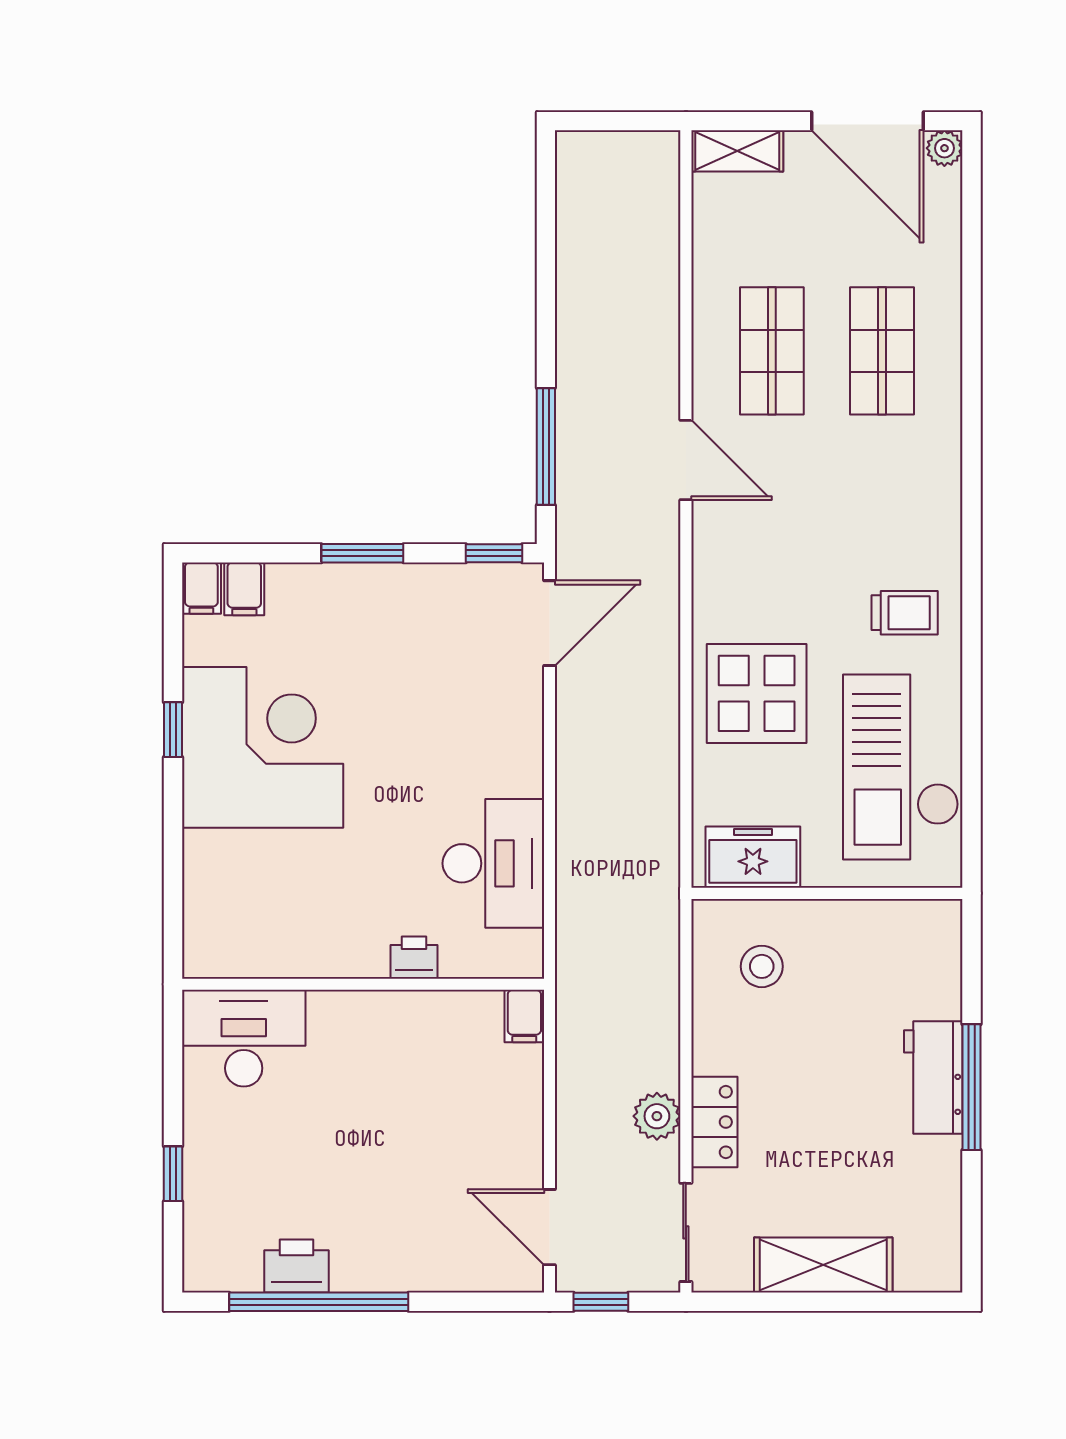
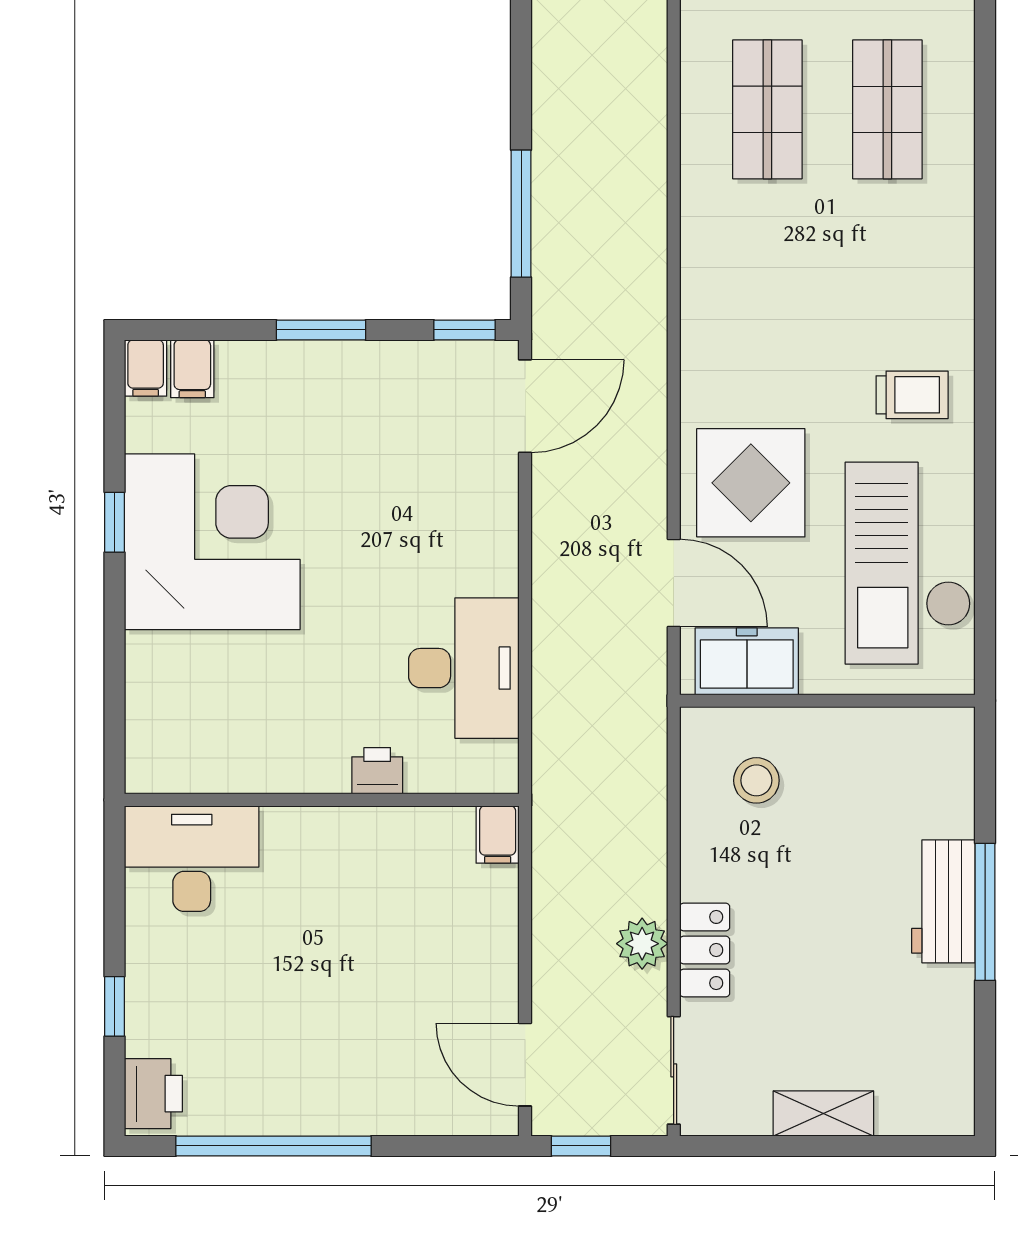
door: (686, 460) -> (674, 583), moved
shelving: (823, 1265) -> (823, 1113), width x0.67, depth x0.75
printer: (296, 1266) -> (153, 1094), moved, turned 90

